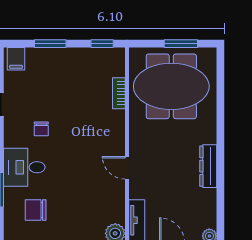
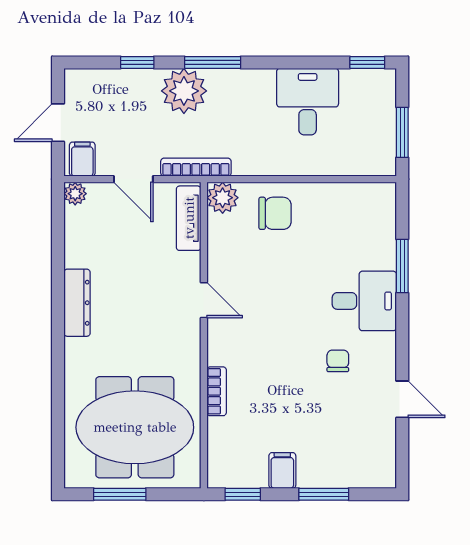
filing cabinet: (16, 59) -> (282, 470), moved
bookcase: (119, 93) -> (217, 391), moved
chair: (36, 210) -> (275, 213), moved

